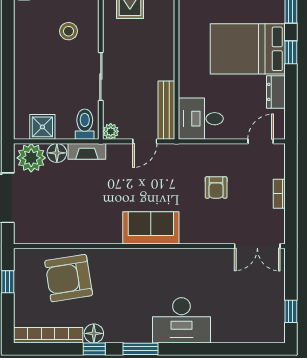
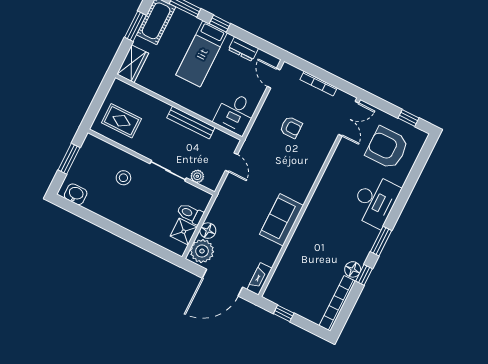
bed: (248, 49) -> (202, 54), width x0.67
bench: (166, 110) -> (191, 122), moved
toilet: (85, 124) -> (190, 214), moved
plant: (111, 131) -> (197, 176), moved
fireplace: (87, 151) -> (259, 279), moved, turned 180
bookcase: (279, 194) -> (319, 84), width x1.56
sofa: (151, 228) -> (281, 220), moved
armchair: (69, 278) -> (387, 148), moved, turned 99

